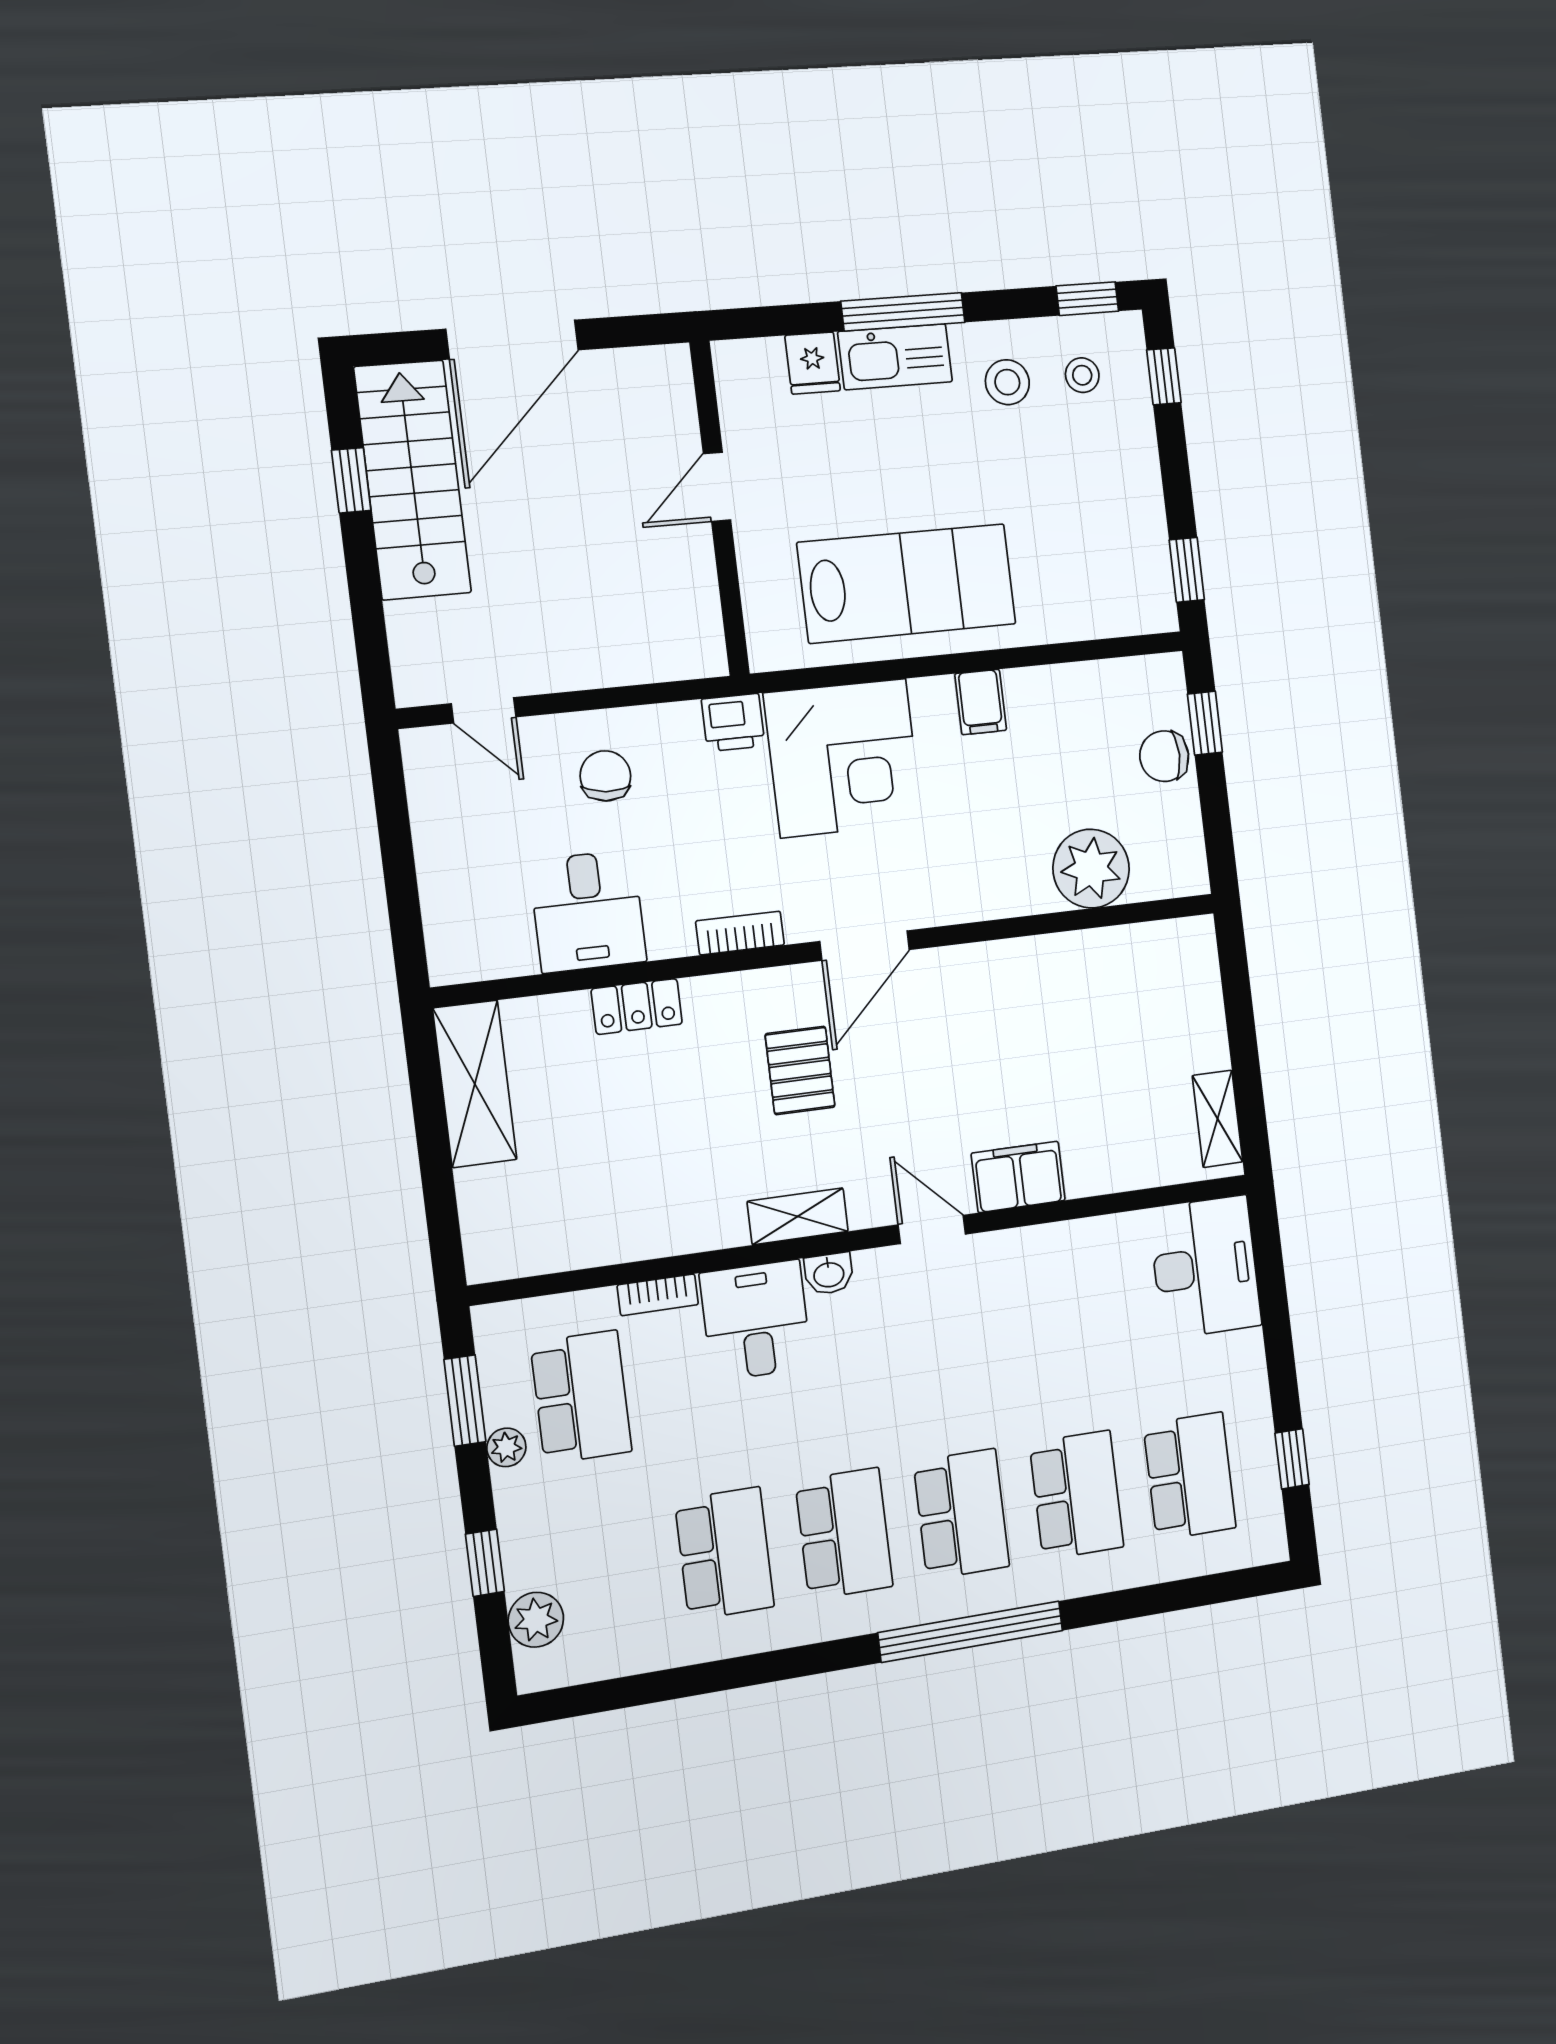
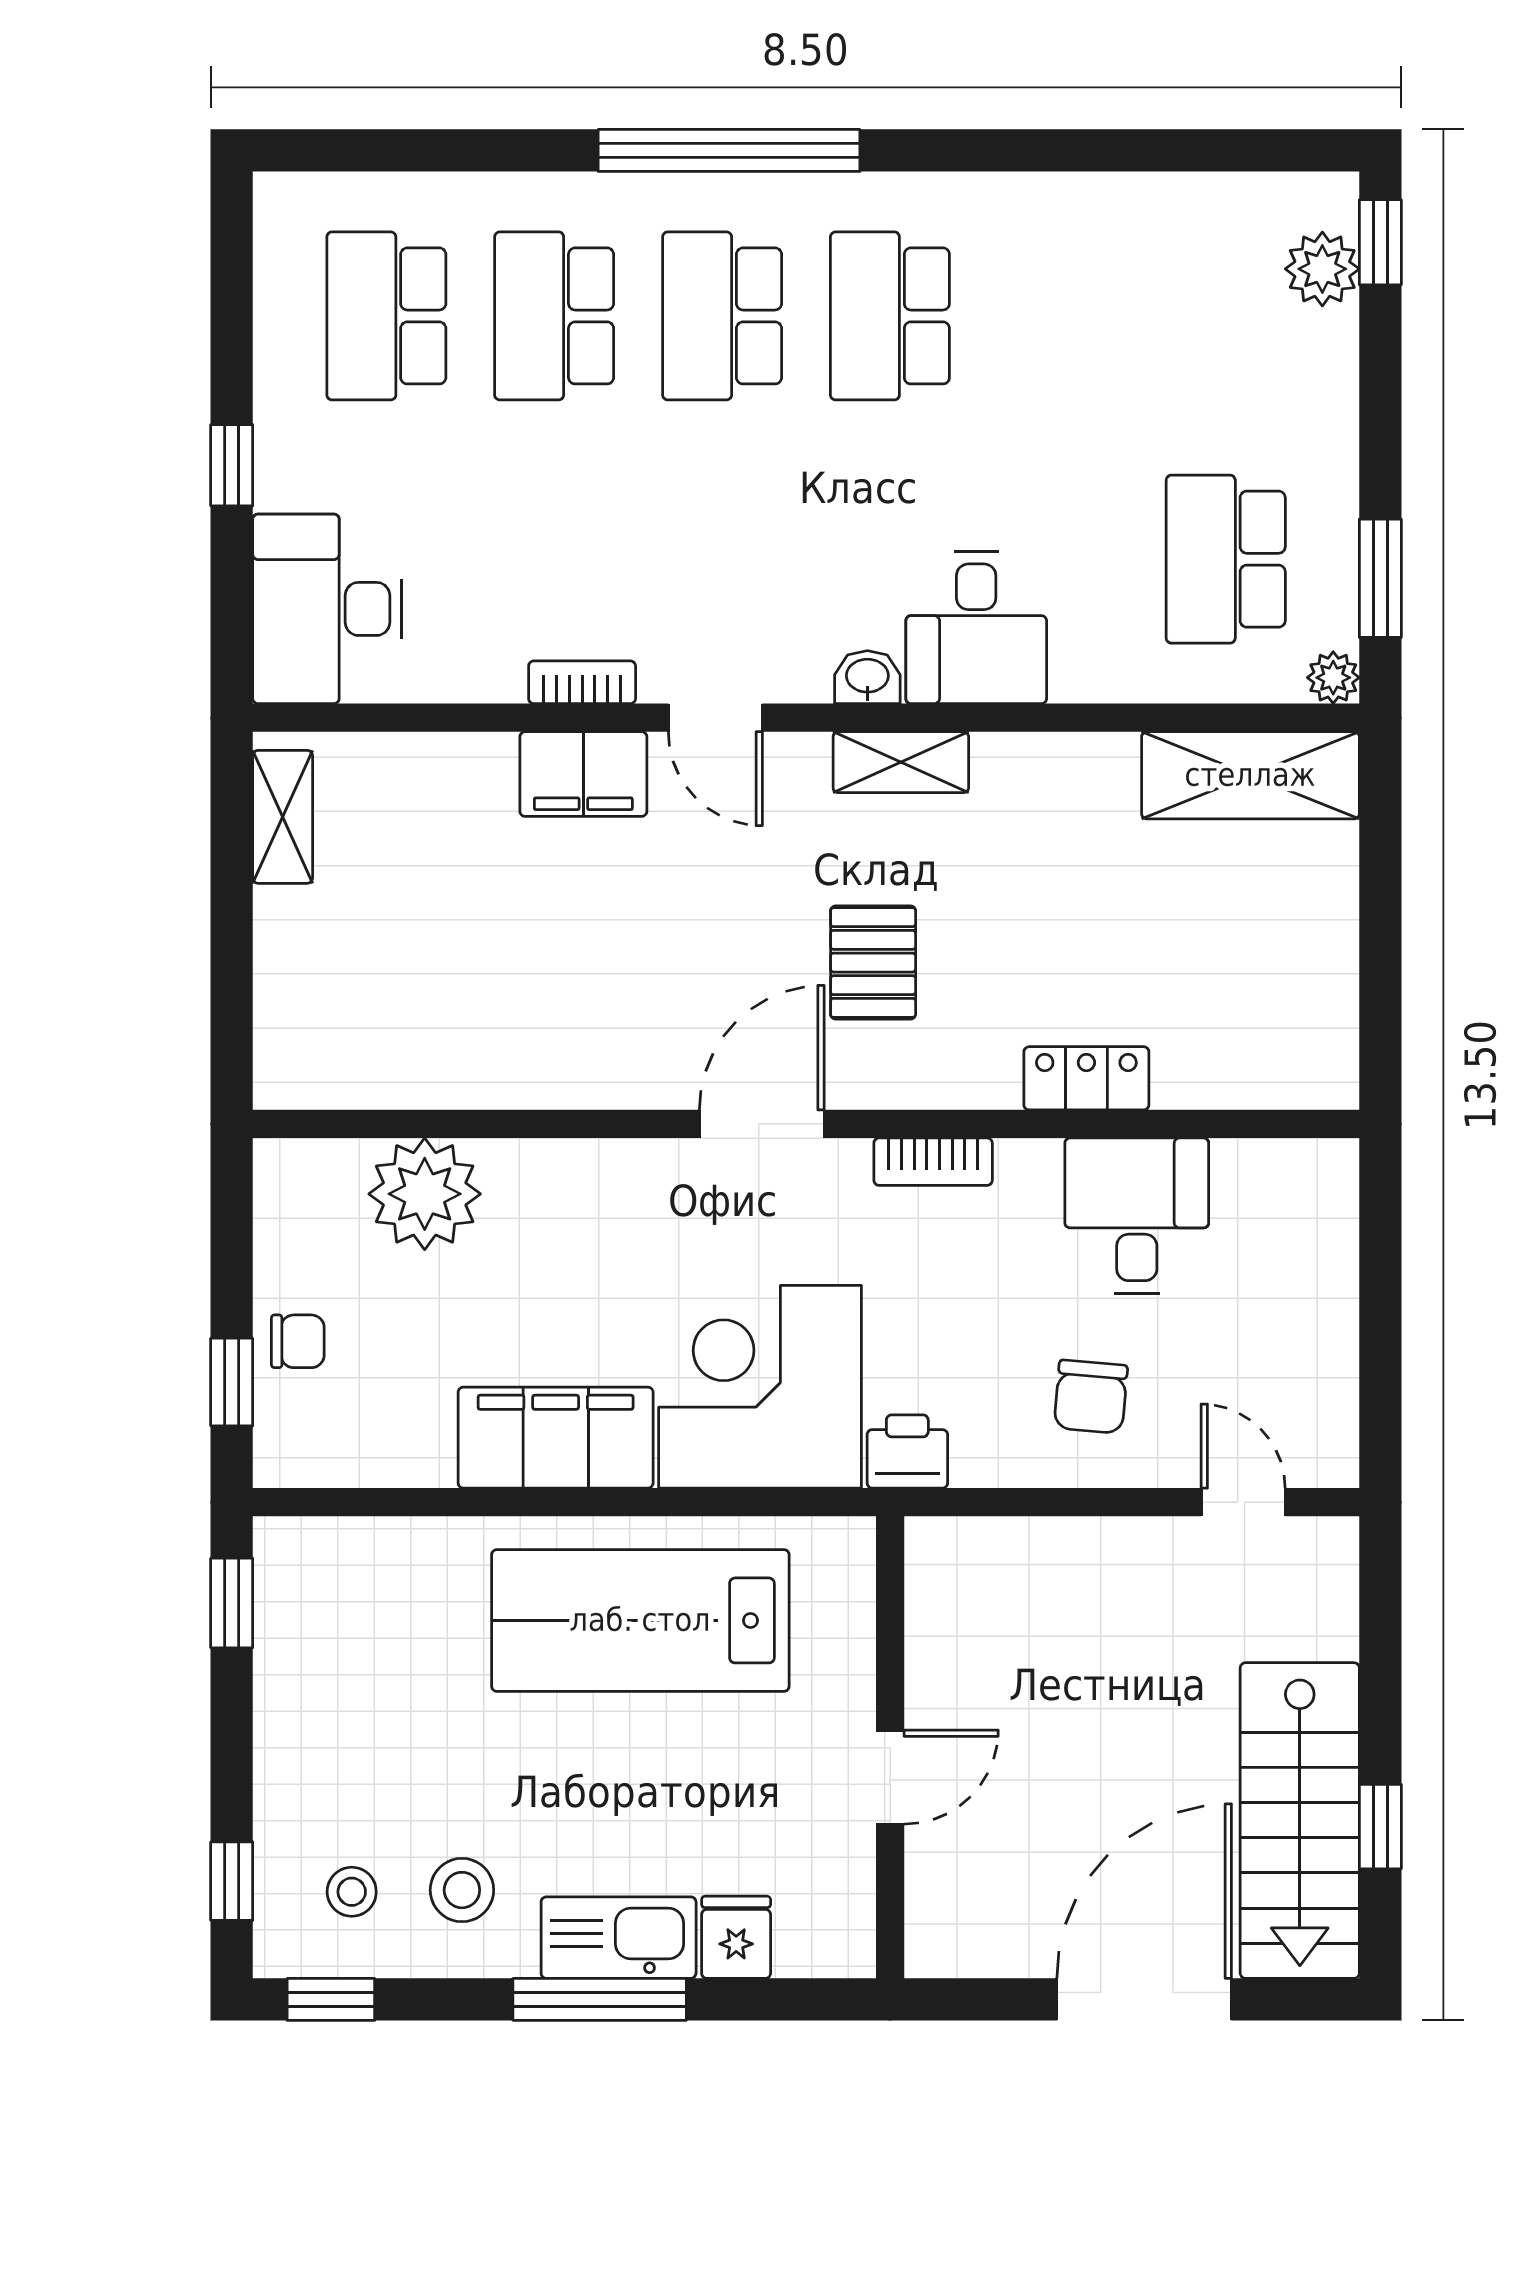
filing cabinet: (981, 702) -> (556, 1438), width x3.00, depth x1.17
chair: (1164, 756) -> (298, 1341), width x0.73, depth x0.73
shelving: (475, 1084) -> (1250, 775), moved, turned 90
bookcase: (658, 1295) -> (582, 682), moved
plant: (506, 1447) -> (1333, 678), moved
window: (1292, 1459) -> (232, 465), moved
school desk: (725, 1553) -> (1058, 316), removed
window: (485, 1563) -> (1380, 242), moved

